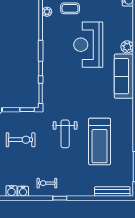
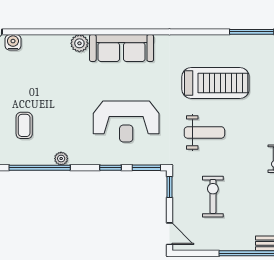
plant: (47, 12) -> (61, 159), moved
reception desk: (88, 45) -> (126, 122), moved

